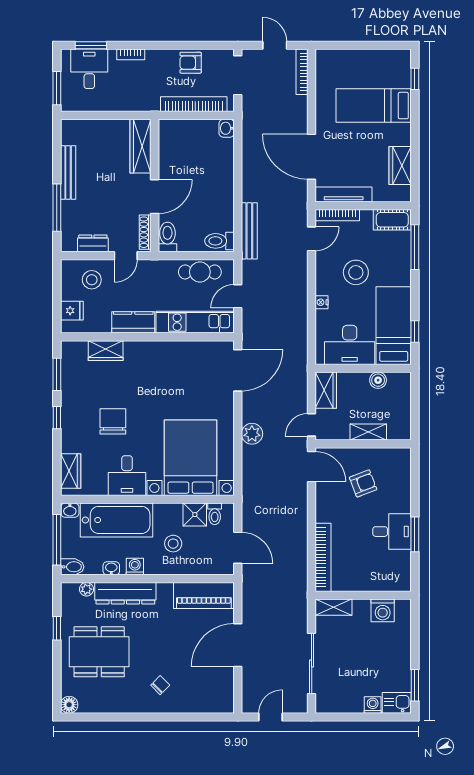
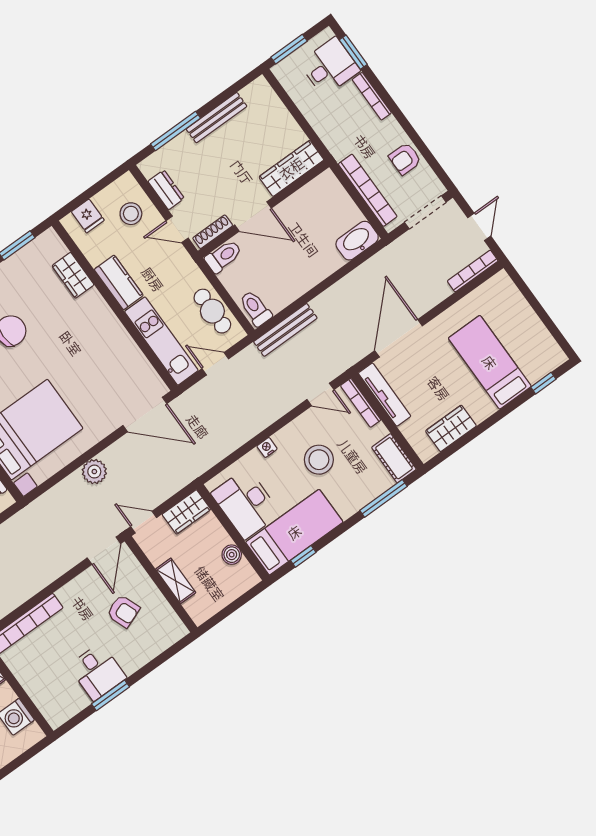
bookcase: (131, 54) -> (372, 96), width x1.56
armchair: (191, 63) -> (405, 159), turned -90
washbasin: (227, 128) -> (357, 241), width x1.91, depth x1.45

